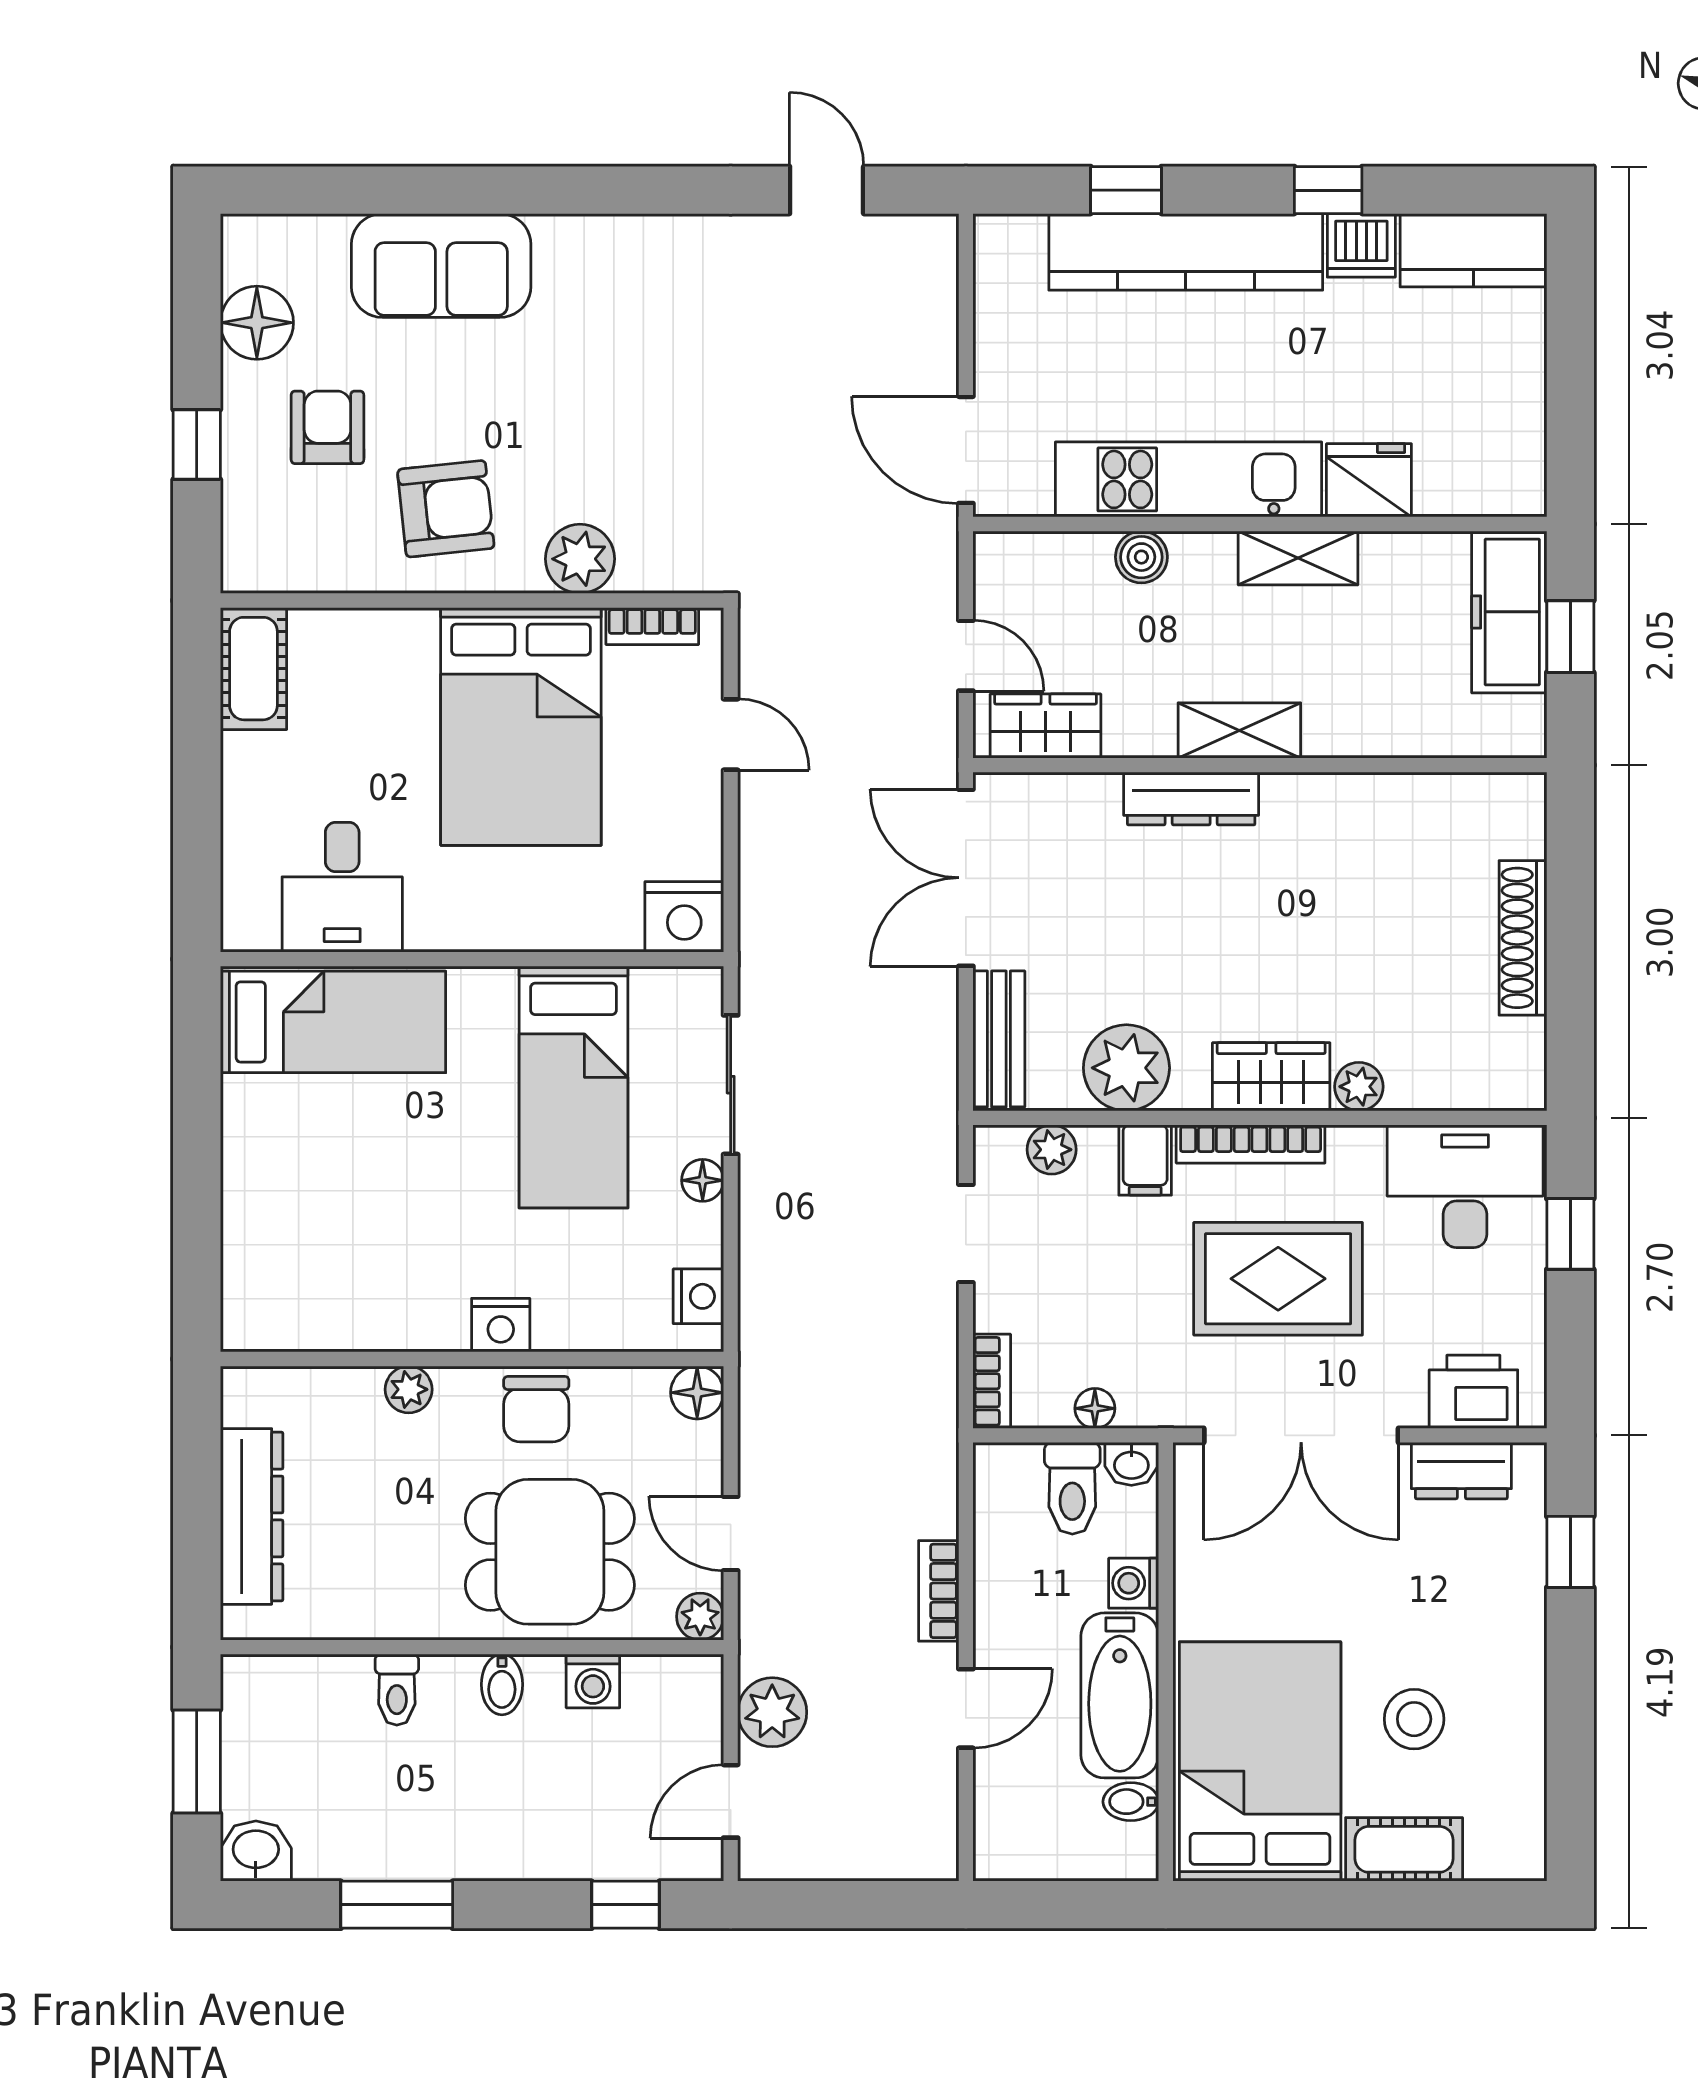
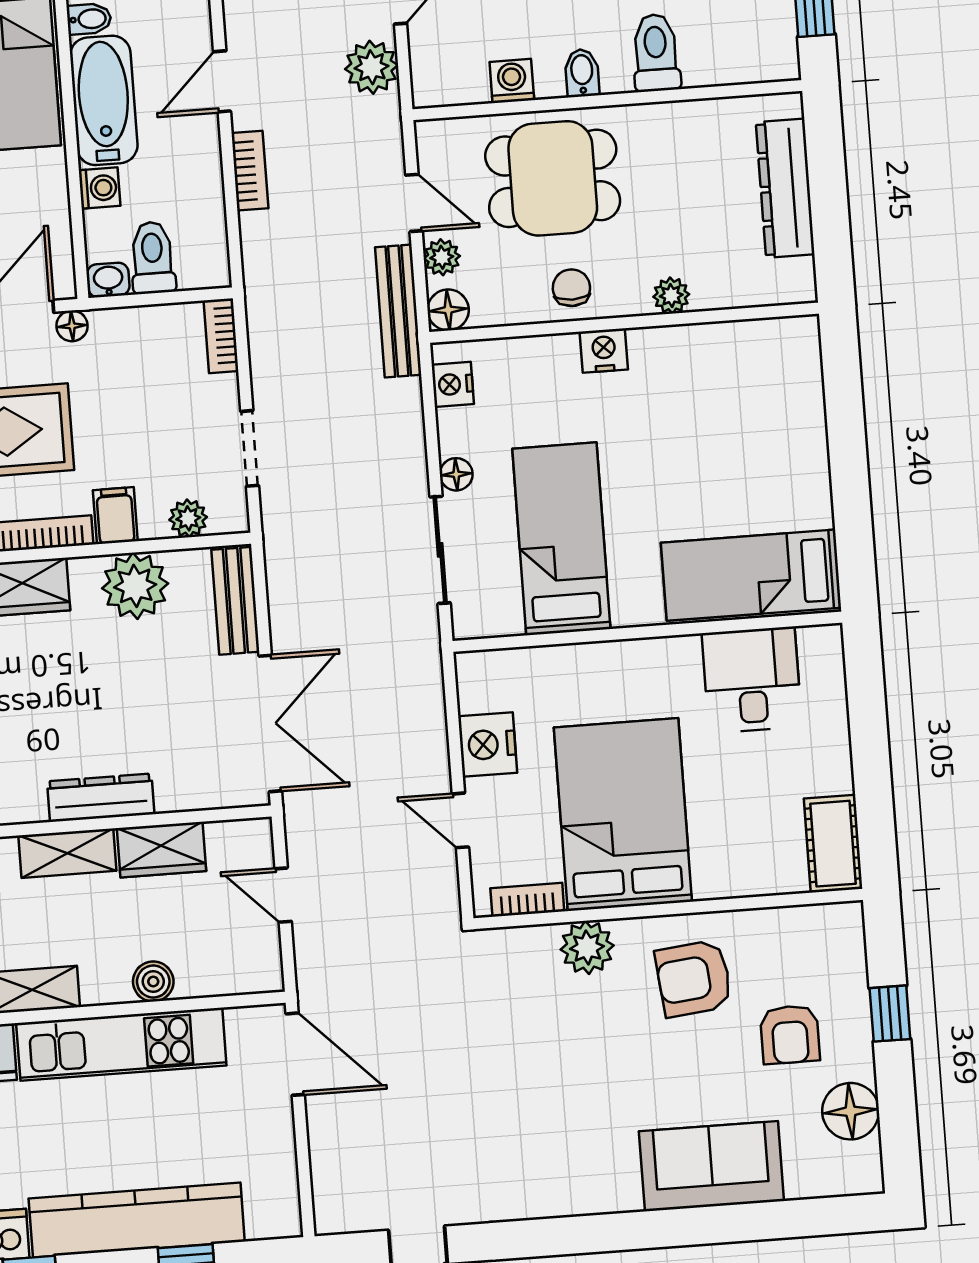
wardrobe: (1046, 726) -> (161, 850), moved
nightstand: (684, 917) -> (488, 745), moved, turned -90
bench: (761, 1396) -> (398, 311), added
floor lamp: (1095, 1408) -> (72, 326), moved
chair: (536, 1409) -> (571, 288), width x0.73, depth x0.73
plant: (700, 1617) -> (442, 257), moved
toilet: (397, 1690) -> (656, 53), width x1.37, depth x1.39

